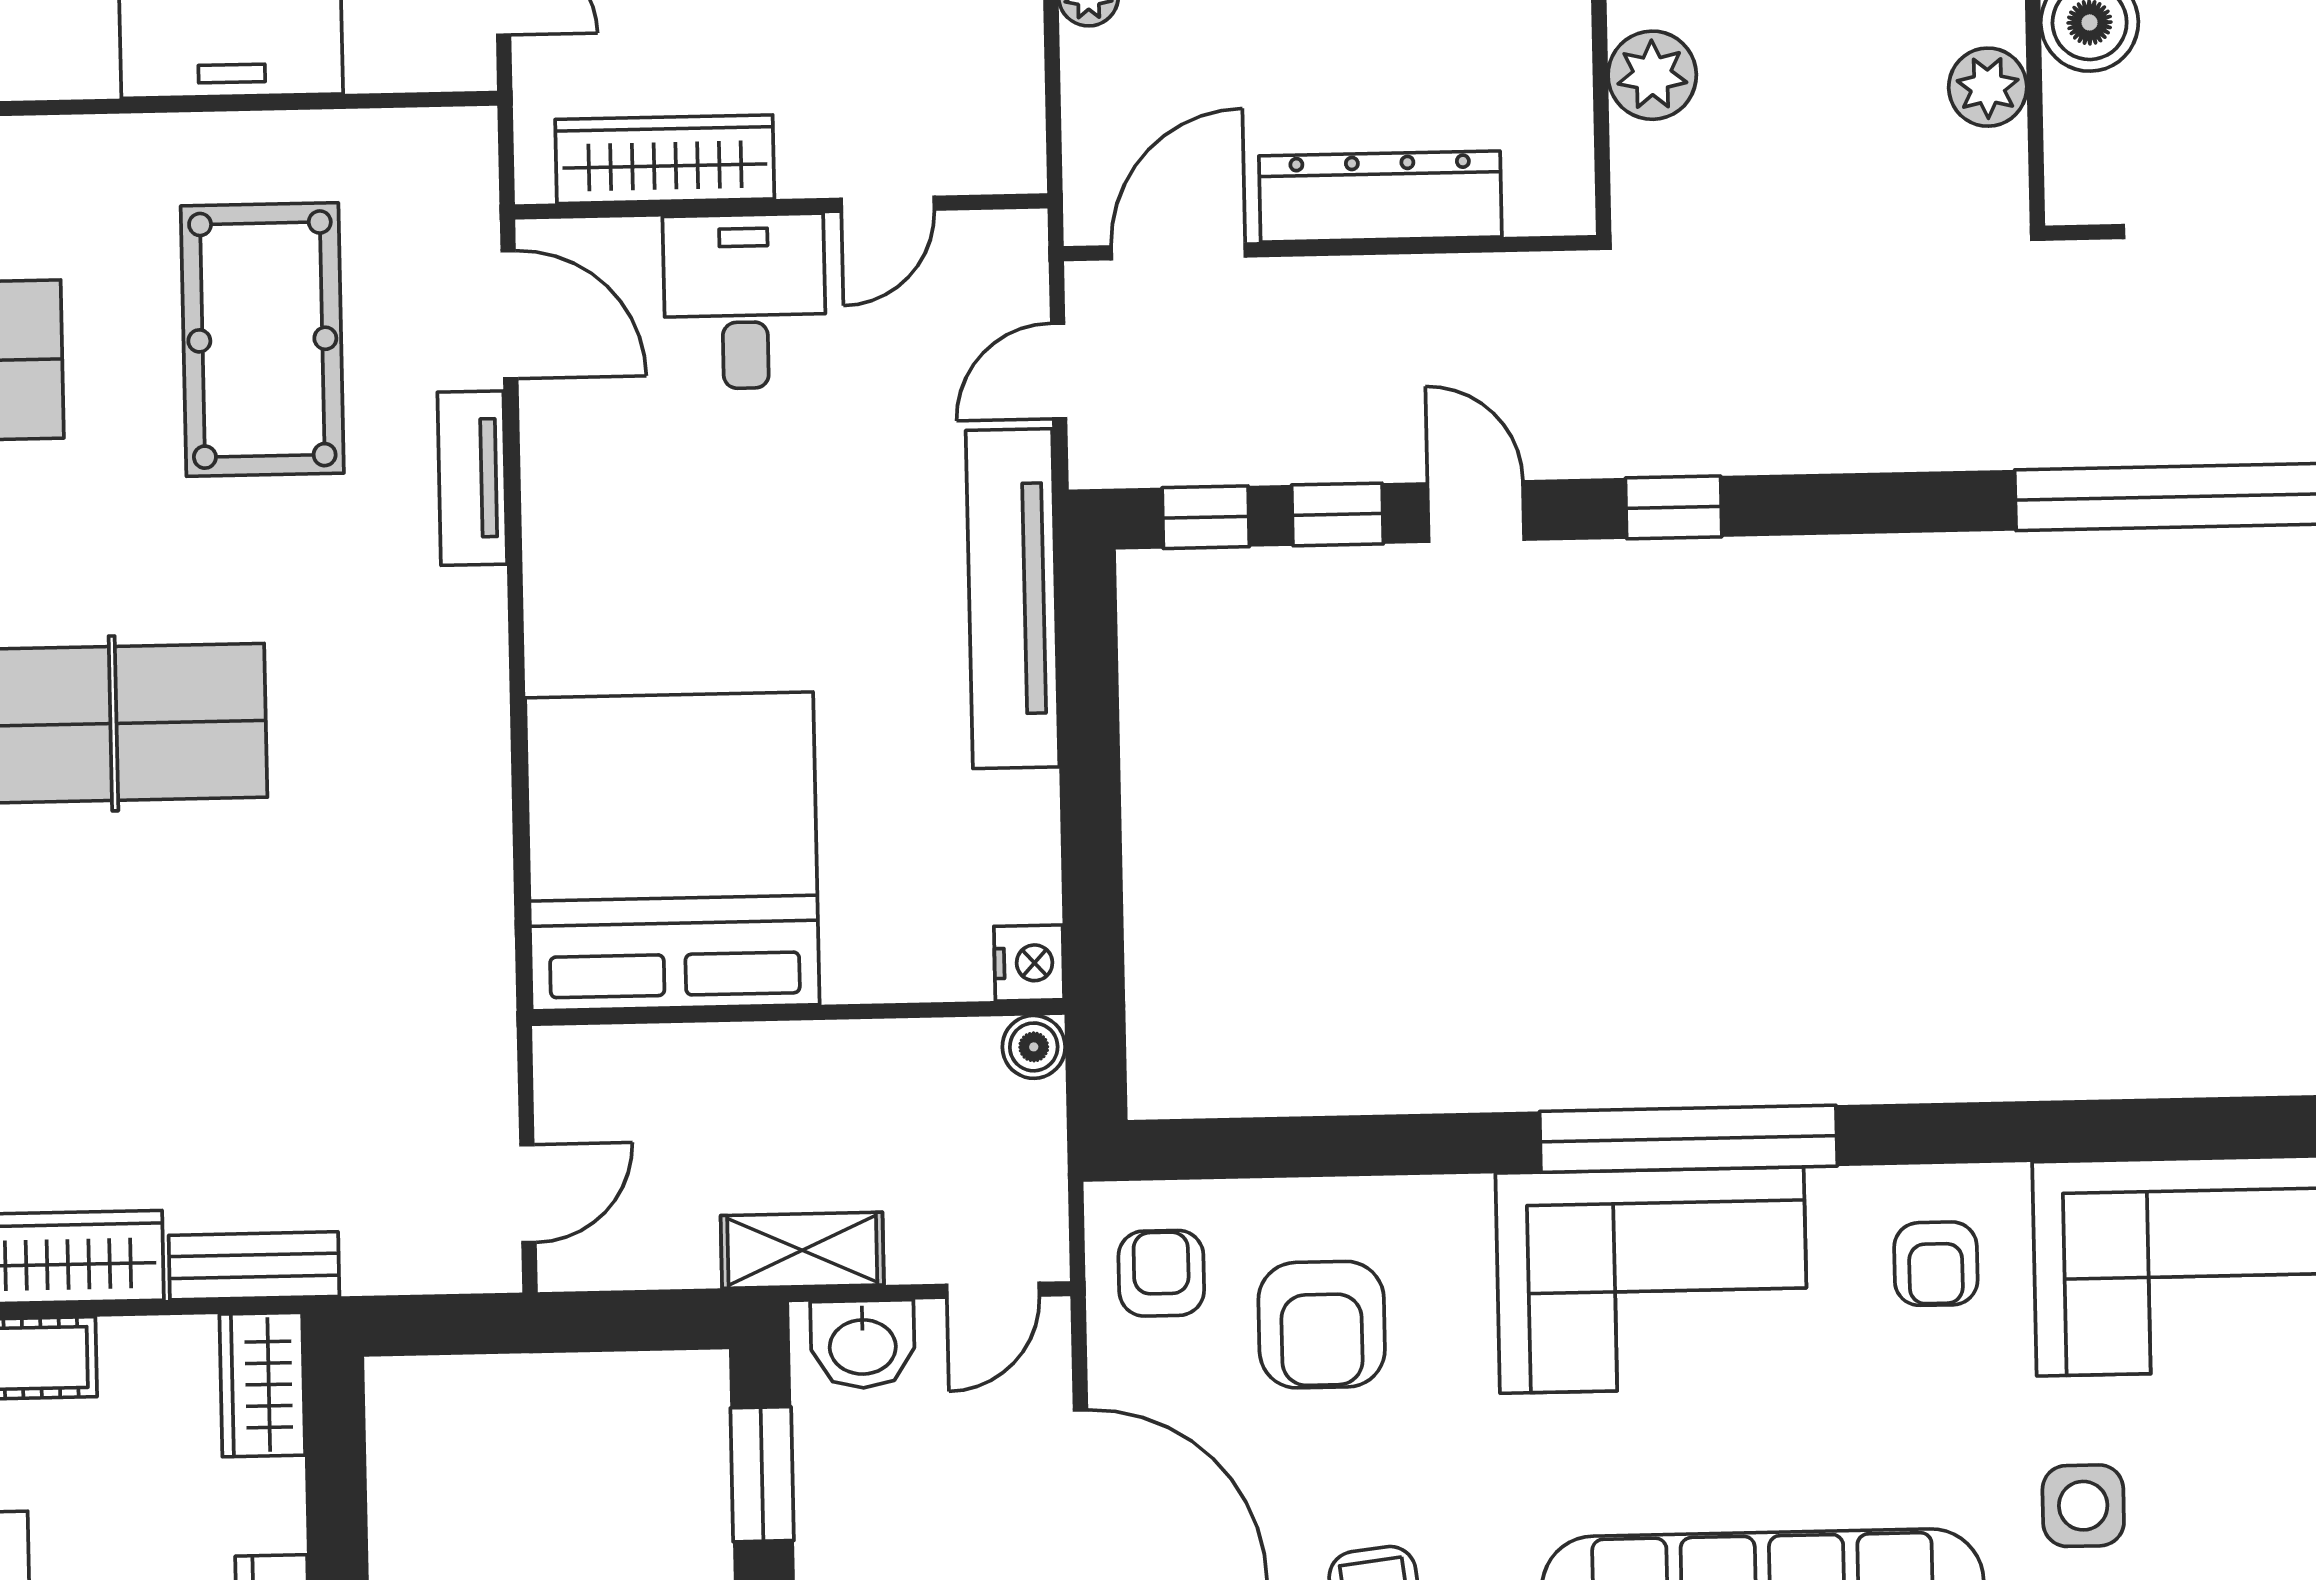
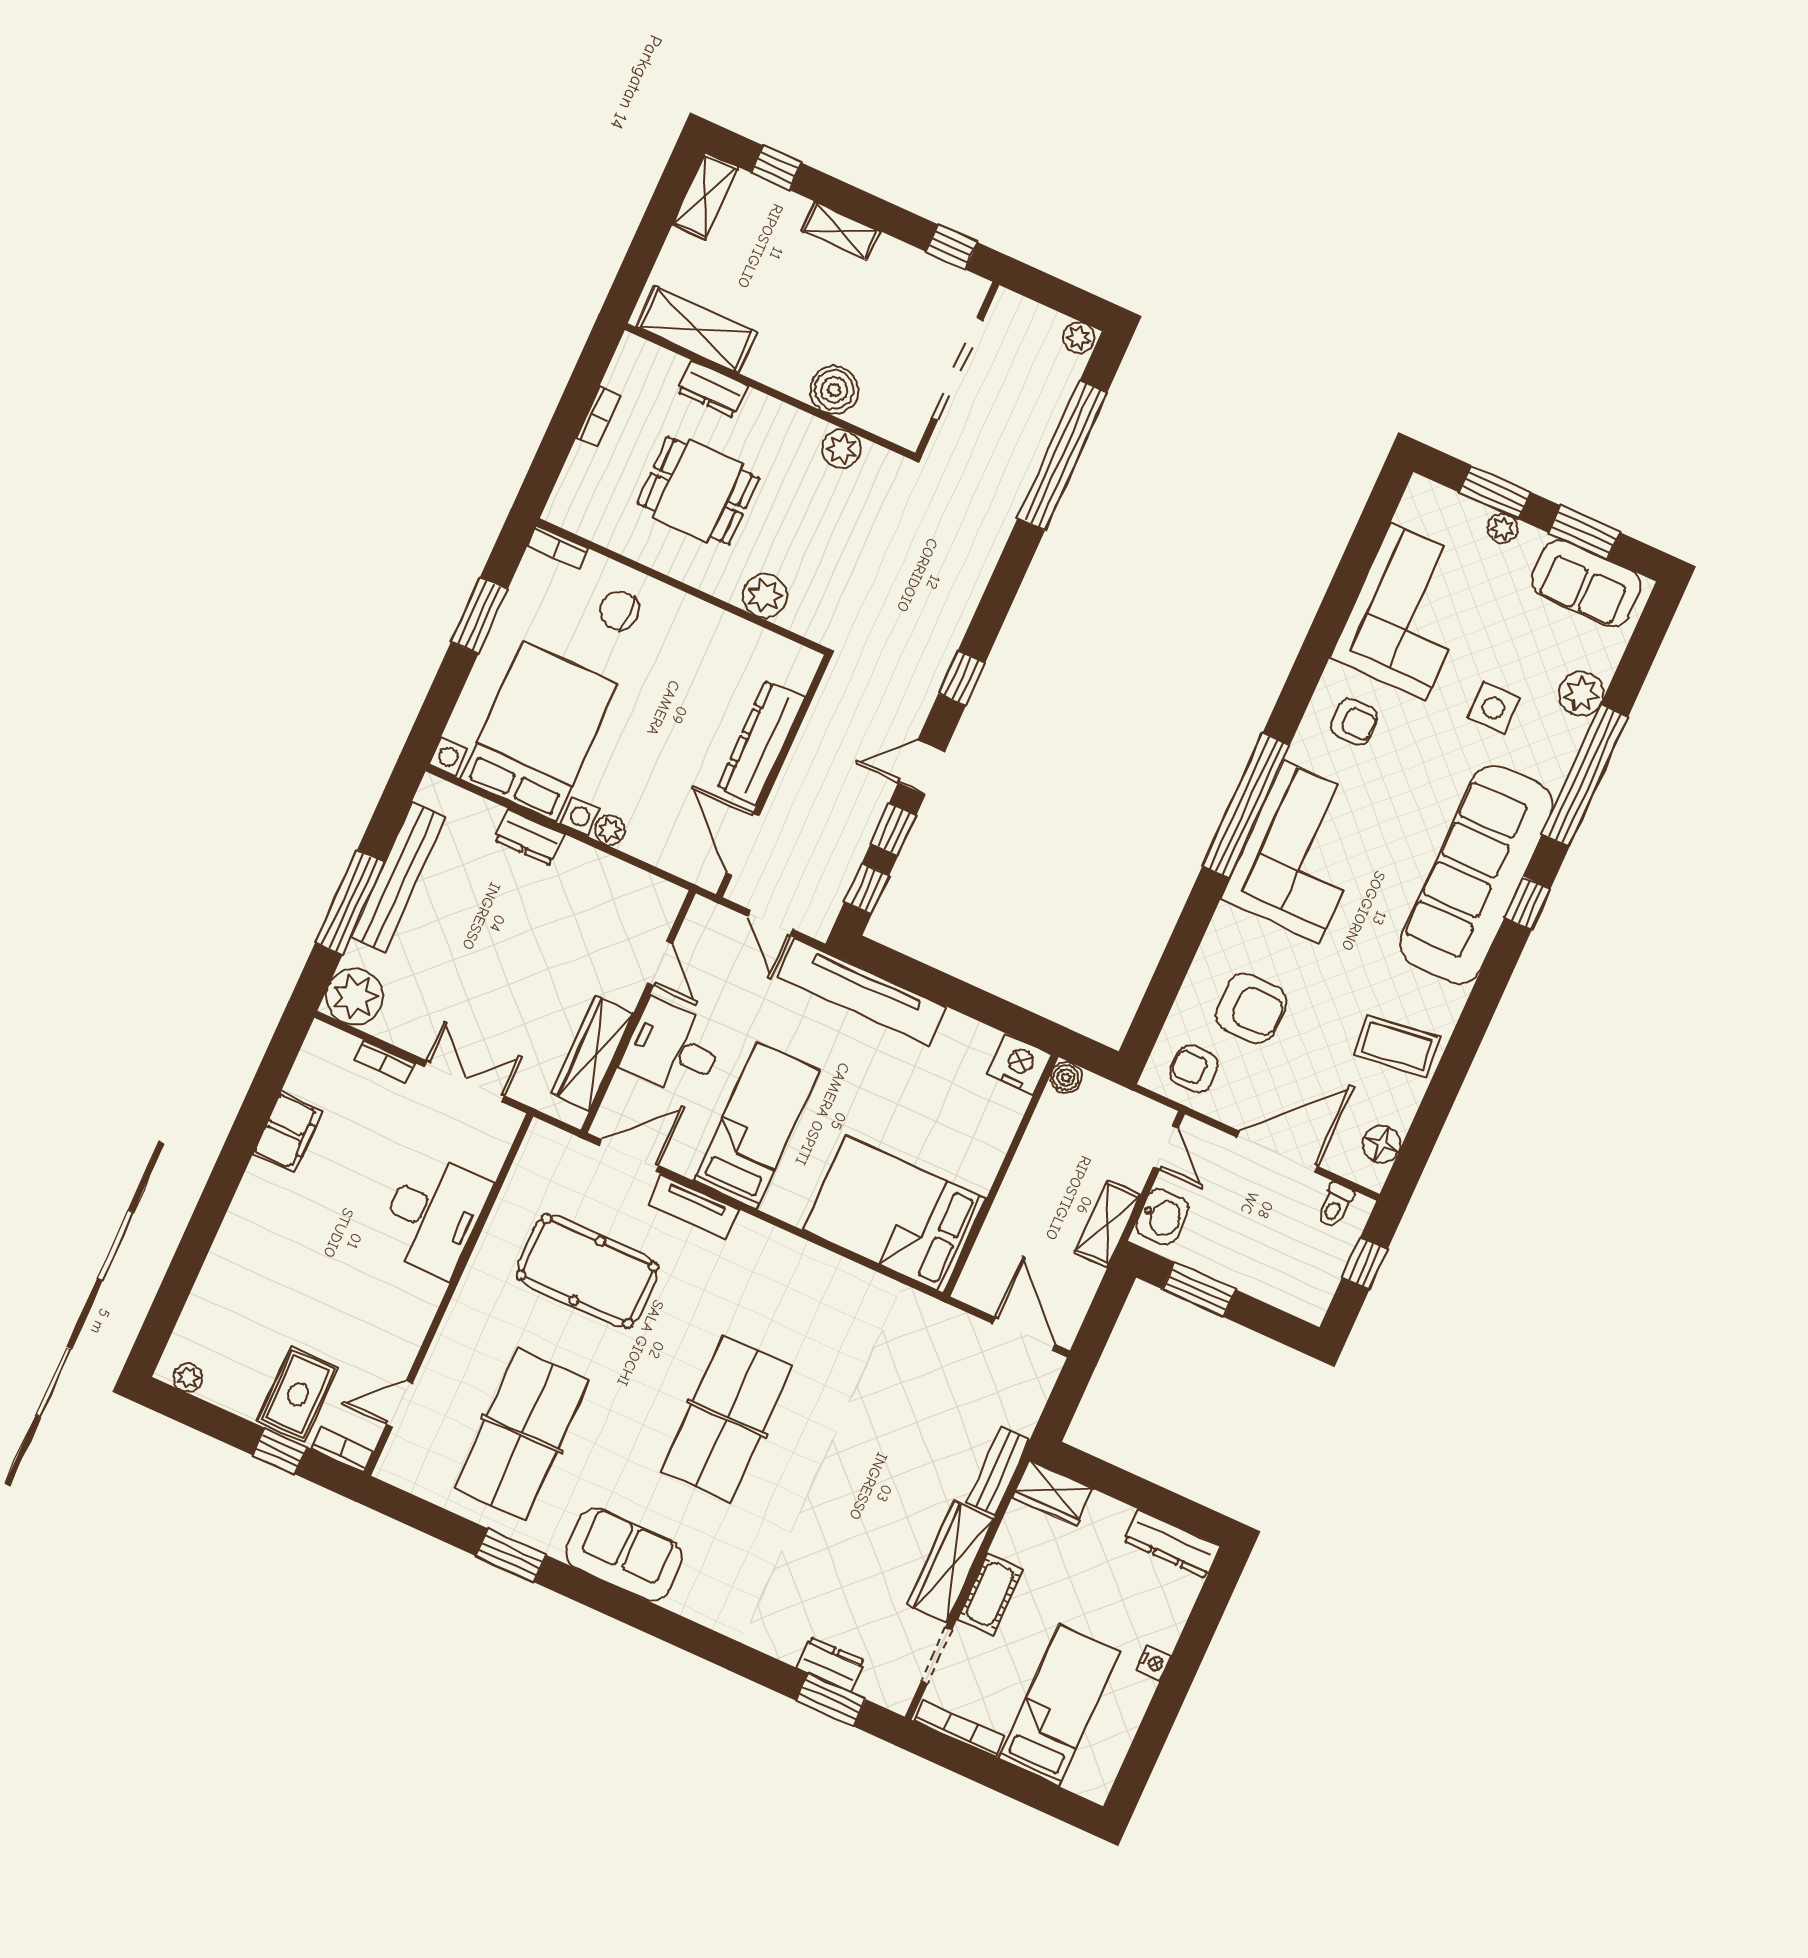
bed: (676, 522) -> (756, 1125), added
bed: (672, 851) -> (895, 1214), width x0.73
nightstand: (1029, 963) -> (1019, 1064), width x1.36, depth x1.33
door: (528, 1194) -> (1024, 1334), width x1.38

